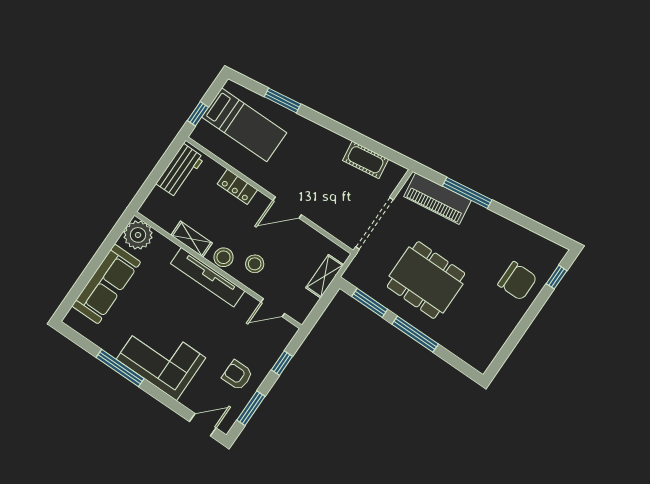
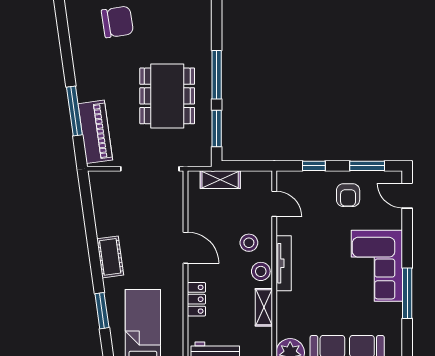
cot: (366, 160) -> (110, 257), moved
tv unit: (208, 277) -> (284, 263), width x0.73, depth x0.78
chair: (517, 281) -> (117, 22), turned 81

